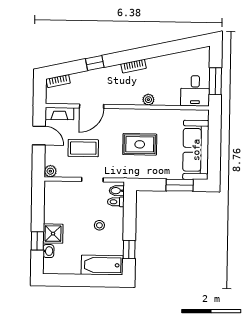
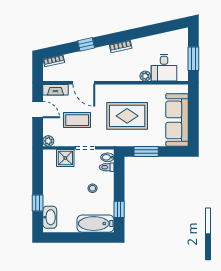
desk: (195, 91) -> (164, 68), moved
plant: (148, 100) -> (145, 76), moved
door: (92, 106) -> (84, 83), hinge flipped
rug: (140, 144) -> (127, 116), width x1.36, depth x1.43
window: (180, 185) -> (146, 152), moved
shower: (53, 234) -> (65, 158), moved
washbasin: (48, 251) -> (50, 217), width x1.91, depth x1.45

